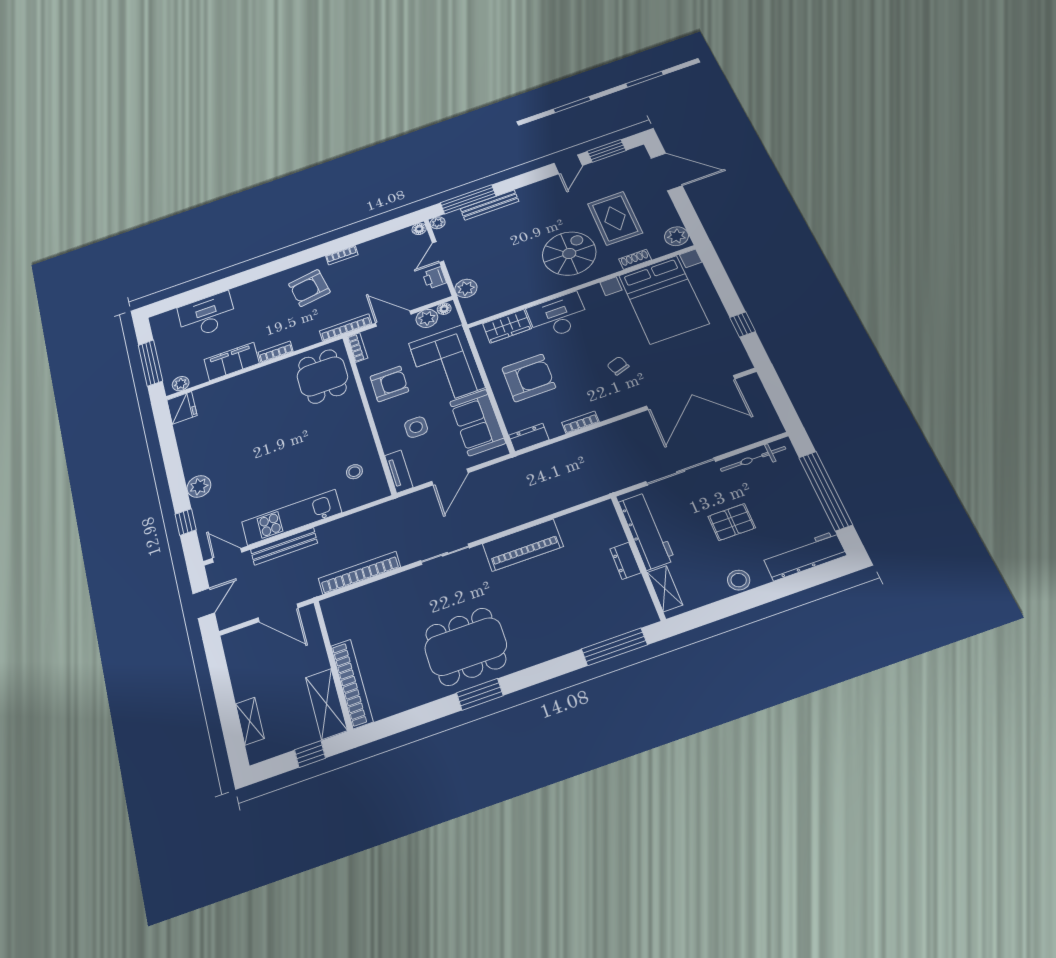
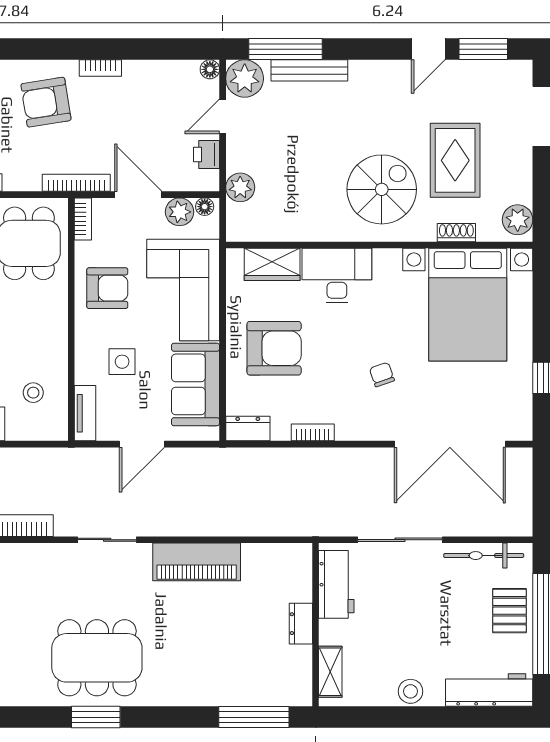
plant: (438, 223) -> (245, 79), width x1.88, depth x1.88
pallet: (732, 522) -> (509, 611), moved, turned 90
workbench: (647, 531) -> (336, 584), width x0.73

